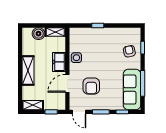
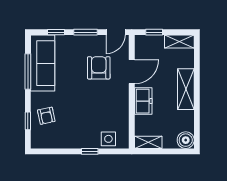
boiler: (38, 34) -> (186, 140), moved
side table: (76, 58) -> (108, 139), moved
door: (79, 112) -> (116, 32), swing flipped

